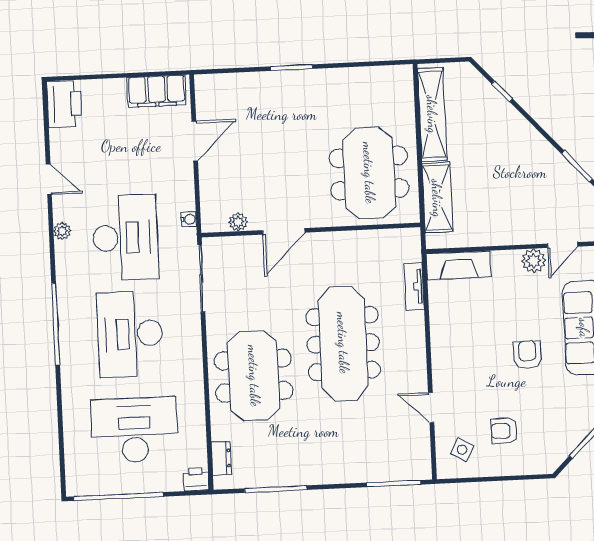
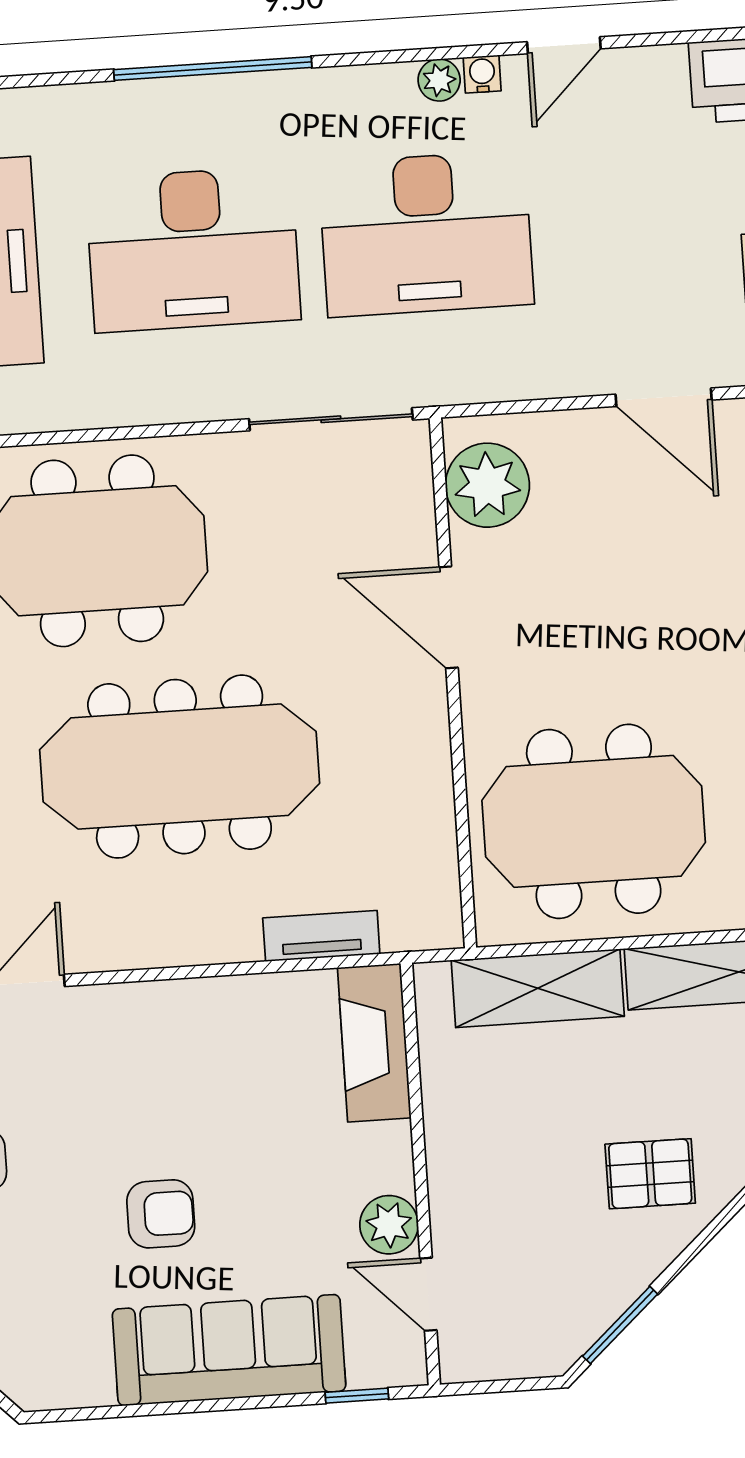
pallet: (515, 153) -> (650, 1174), added
water cooler: (189, 219) -> (482, 74), moved, turned 180
plant: (238, 222) -> (487, 485), width x1.88, depth x1.88
desk: (130, 334) -> (193, 249), turned 180

